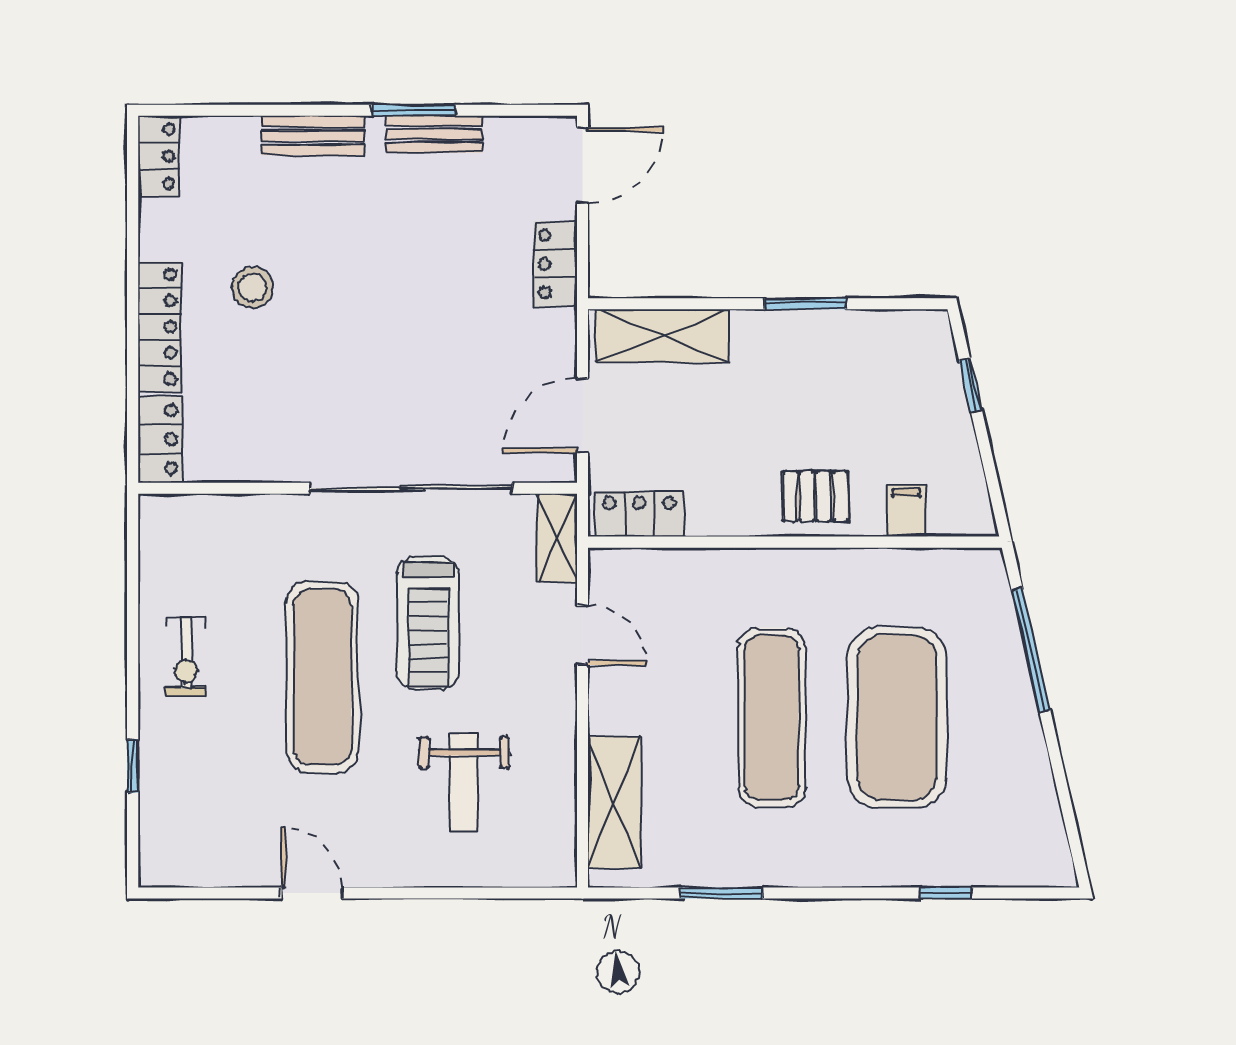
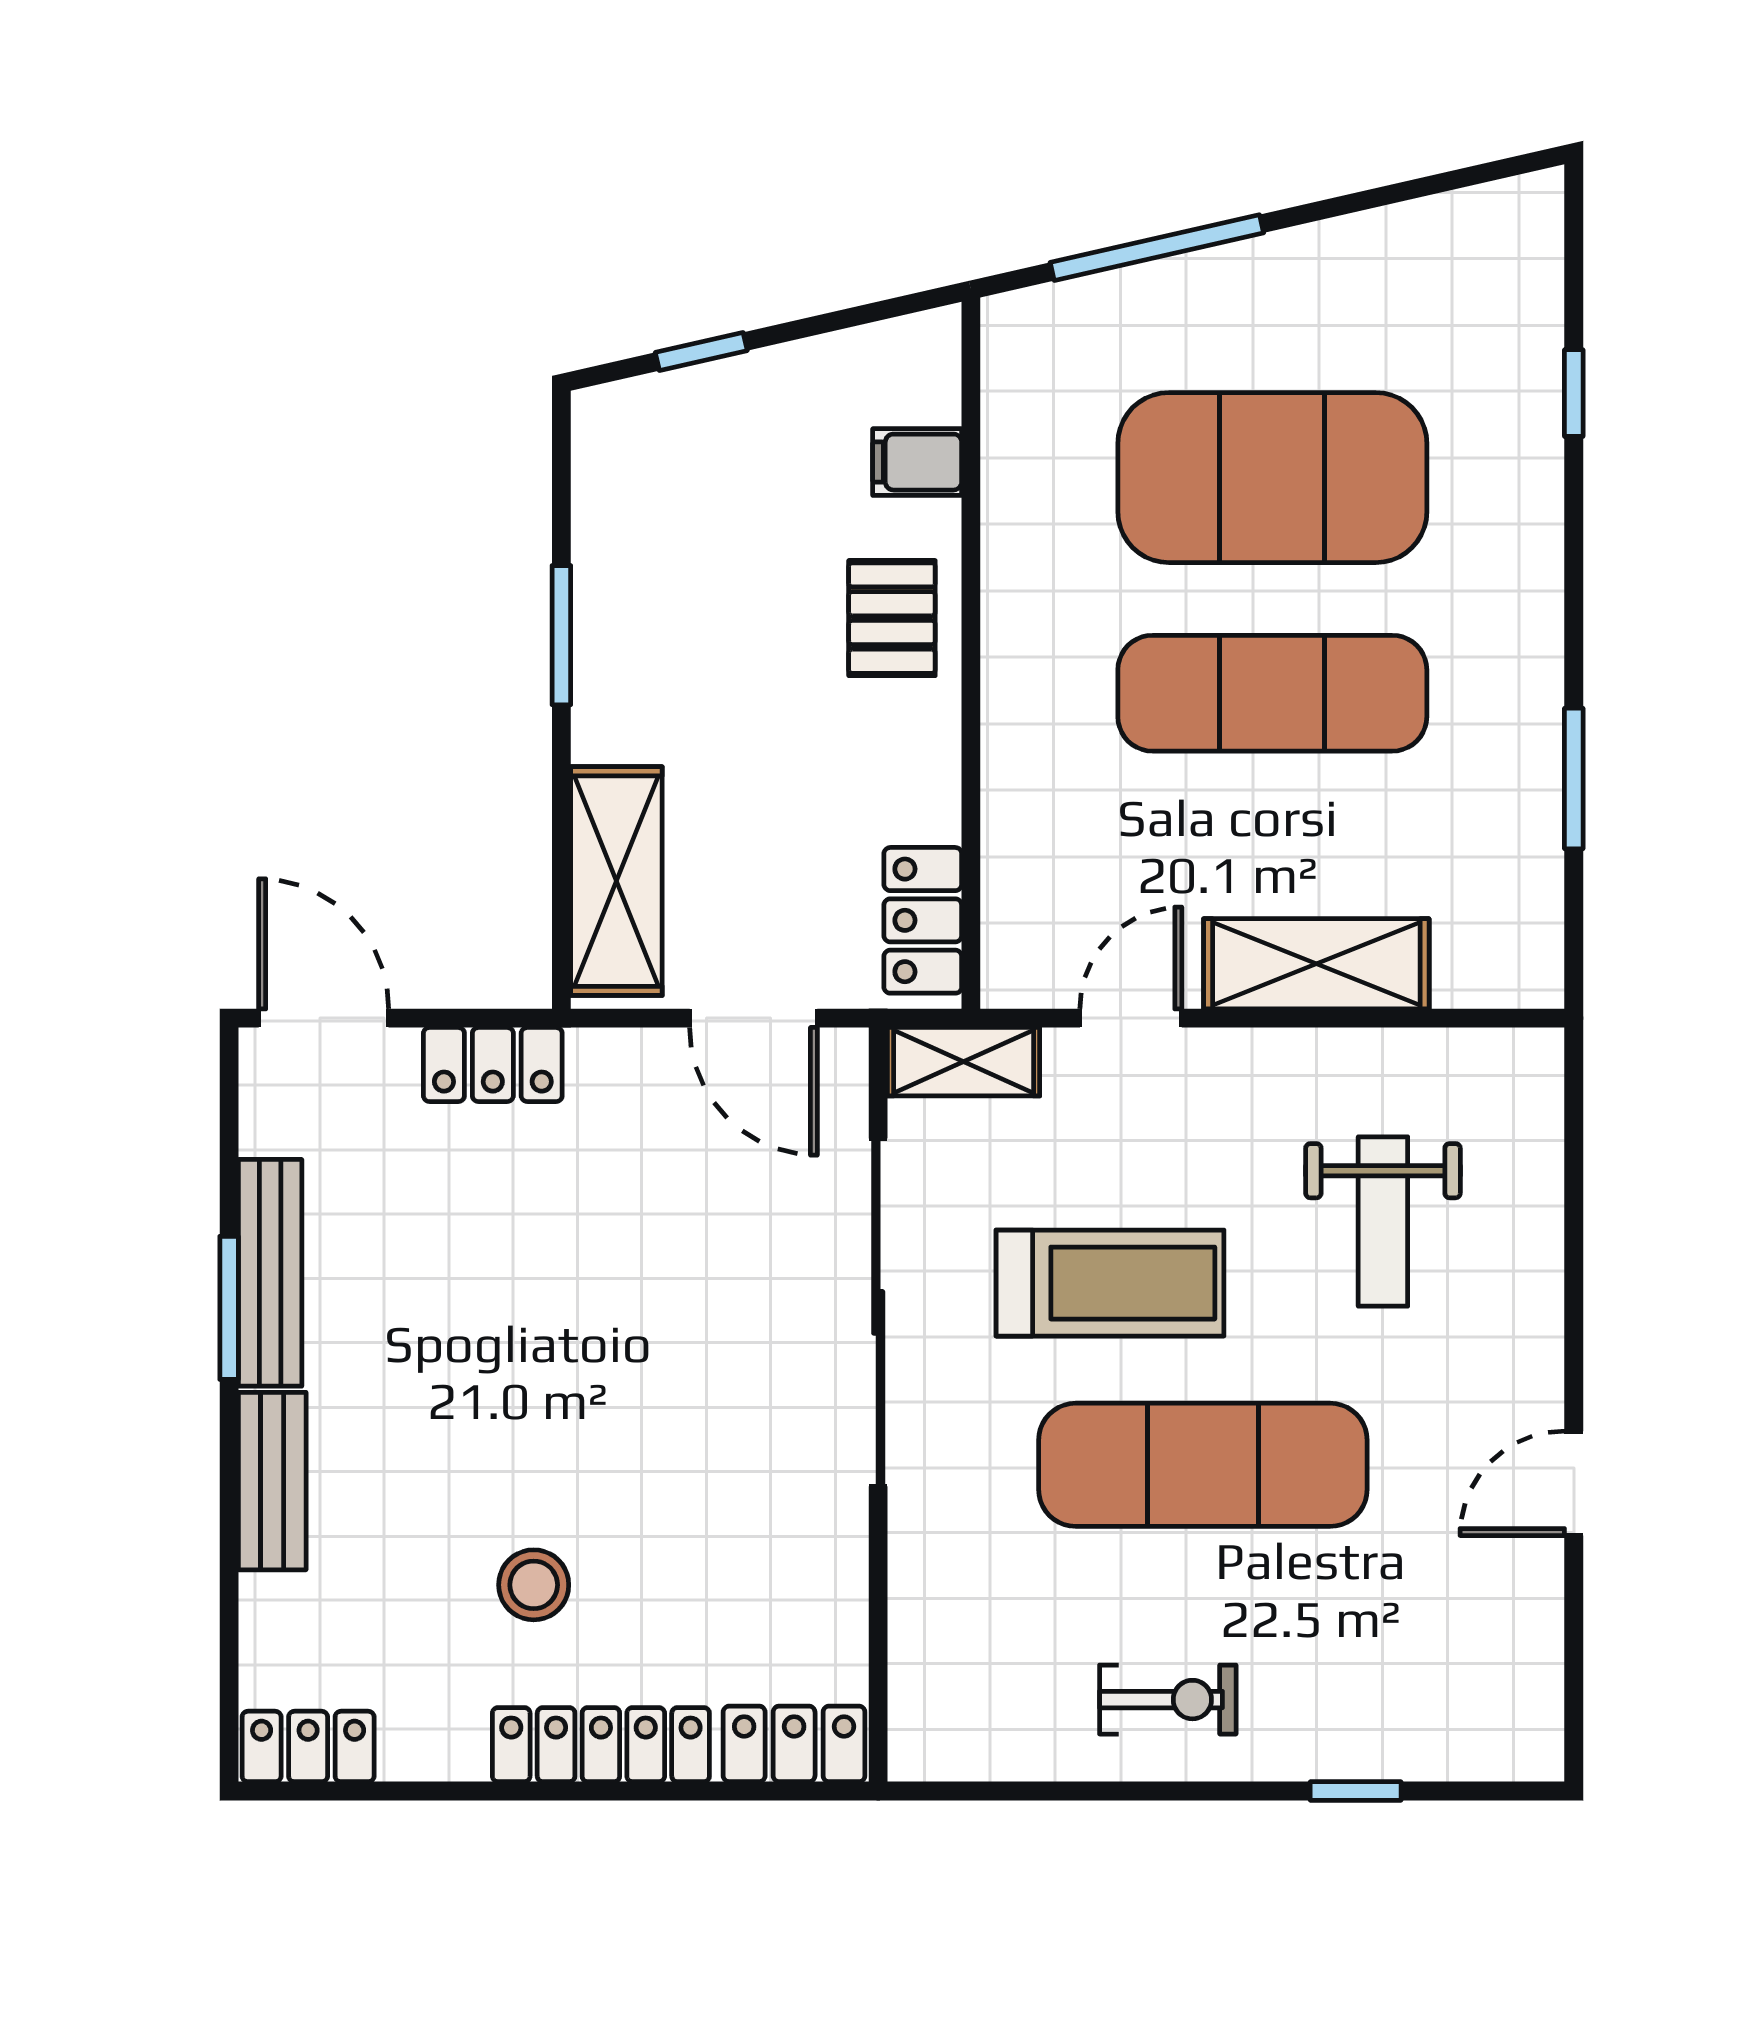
bench: (434, 134) -> (270, 1273), width x1.36
weight bench: (464, 782) -> (1383, 1221), turned 90
shelving: (614, 803) -> (1316, 964), moved

